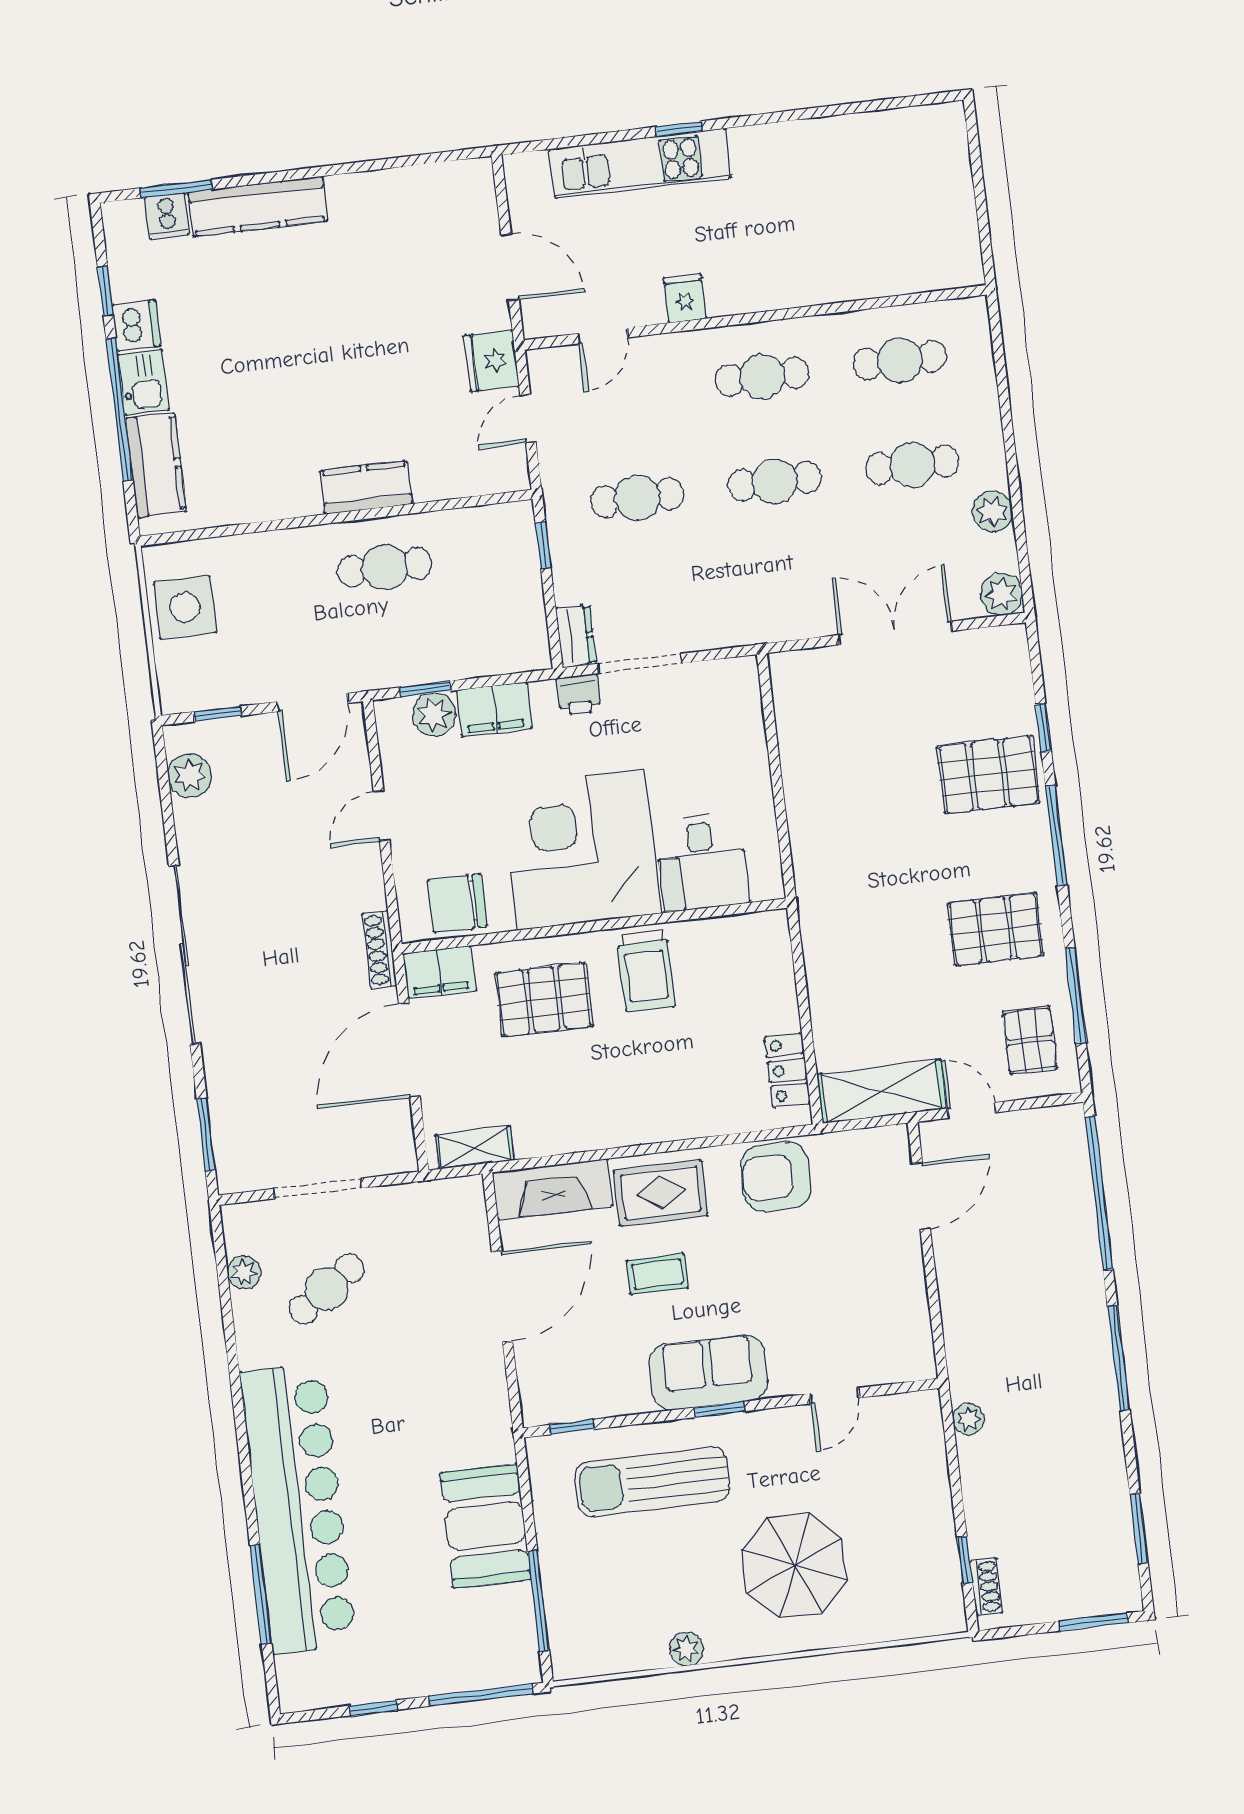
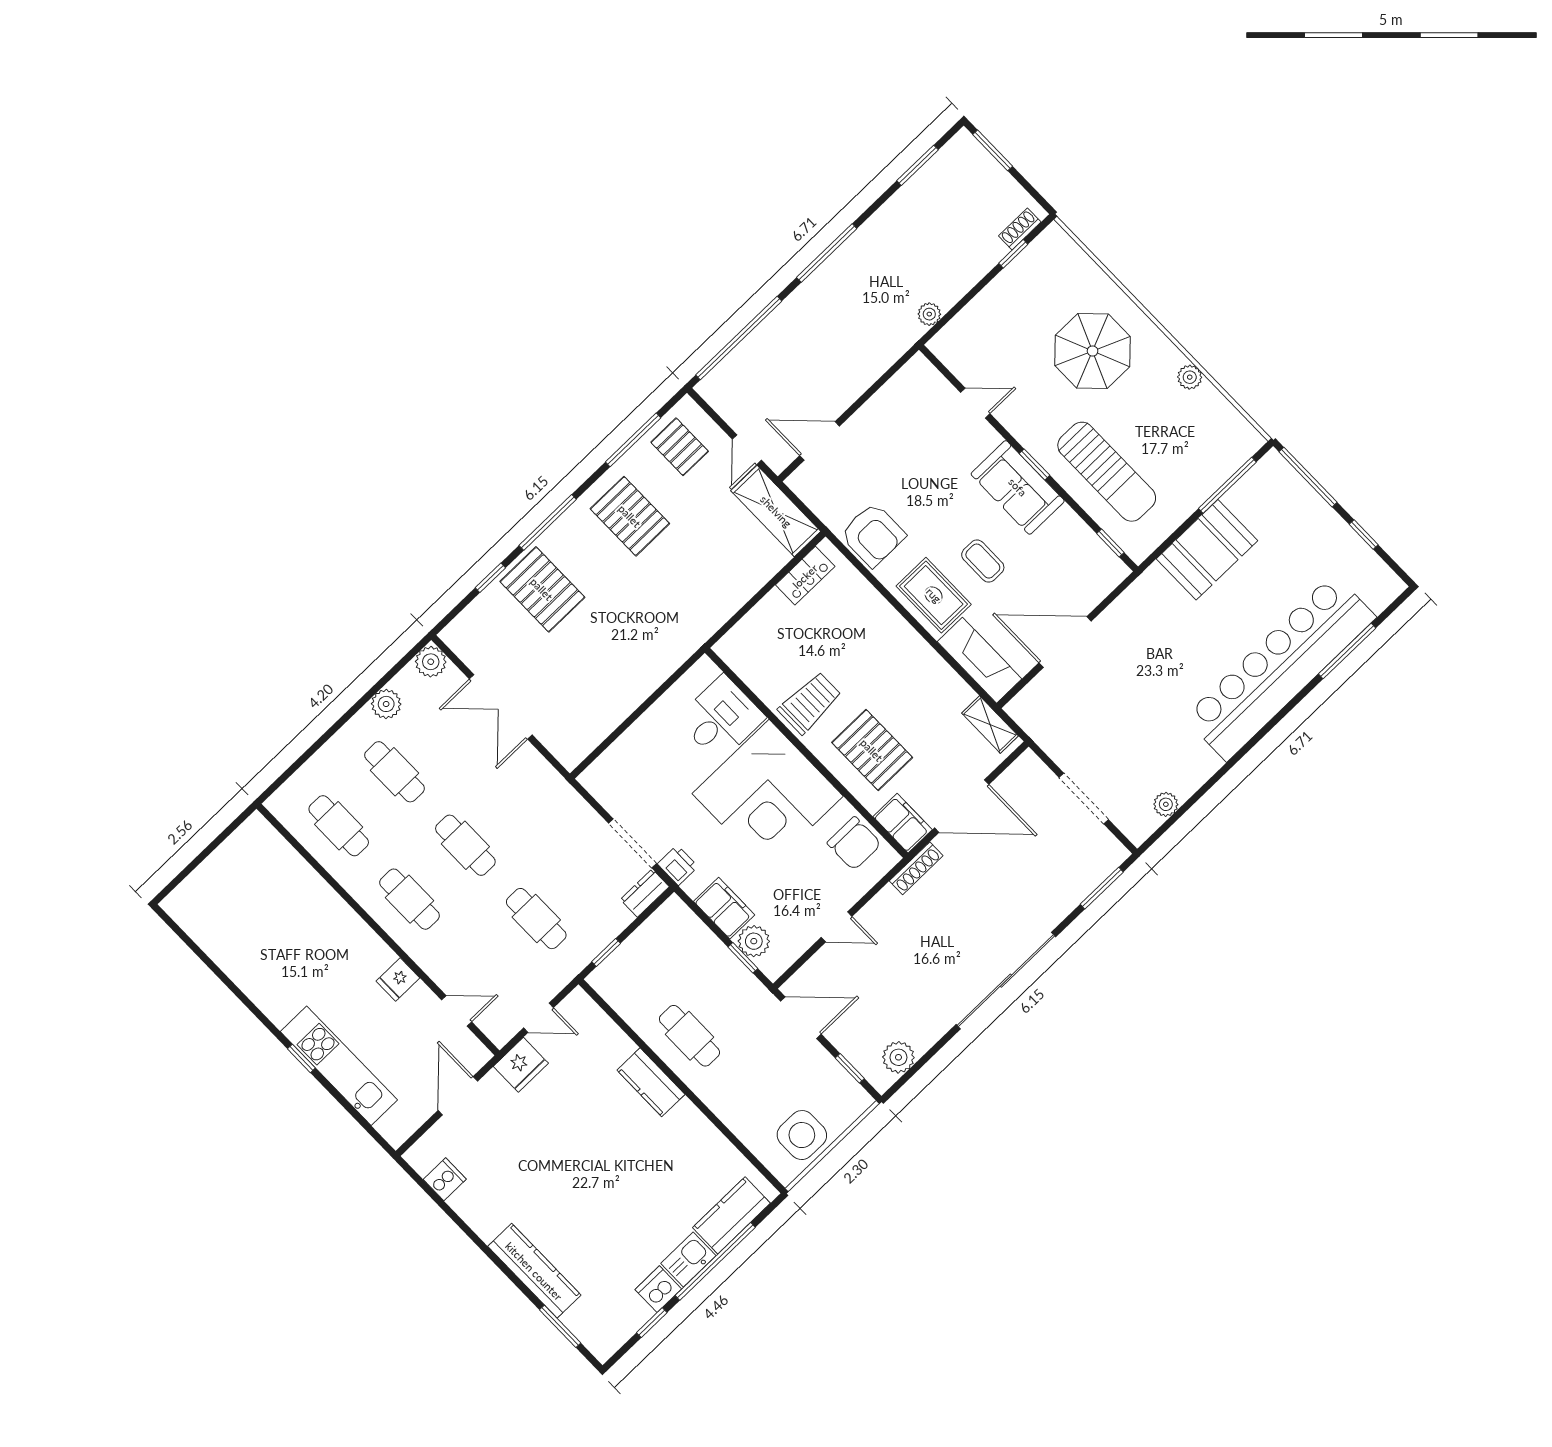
cooker: (167, 216) -> (445, 1179), moved
pallet: (1030, 1040) -> (680, 447), turned 90
cafe table: (326, 1289) -> (1139, 749), removed

